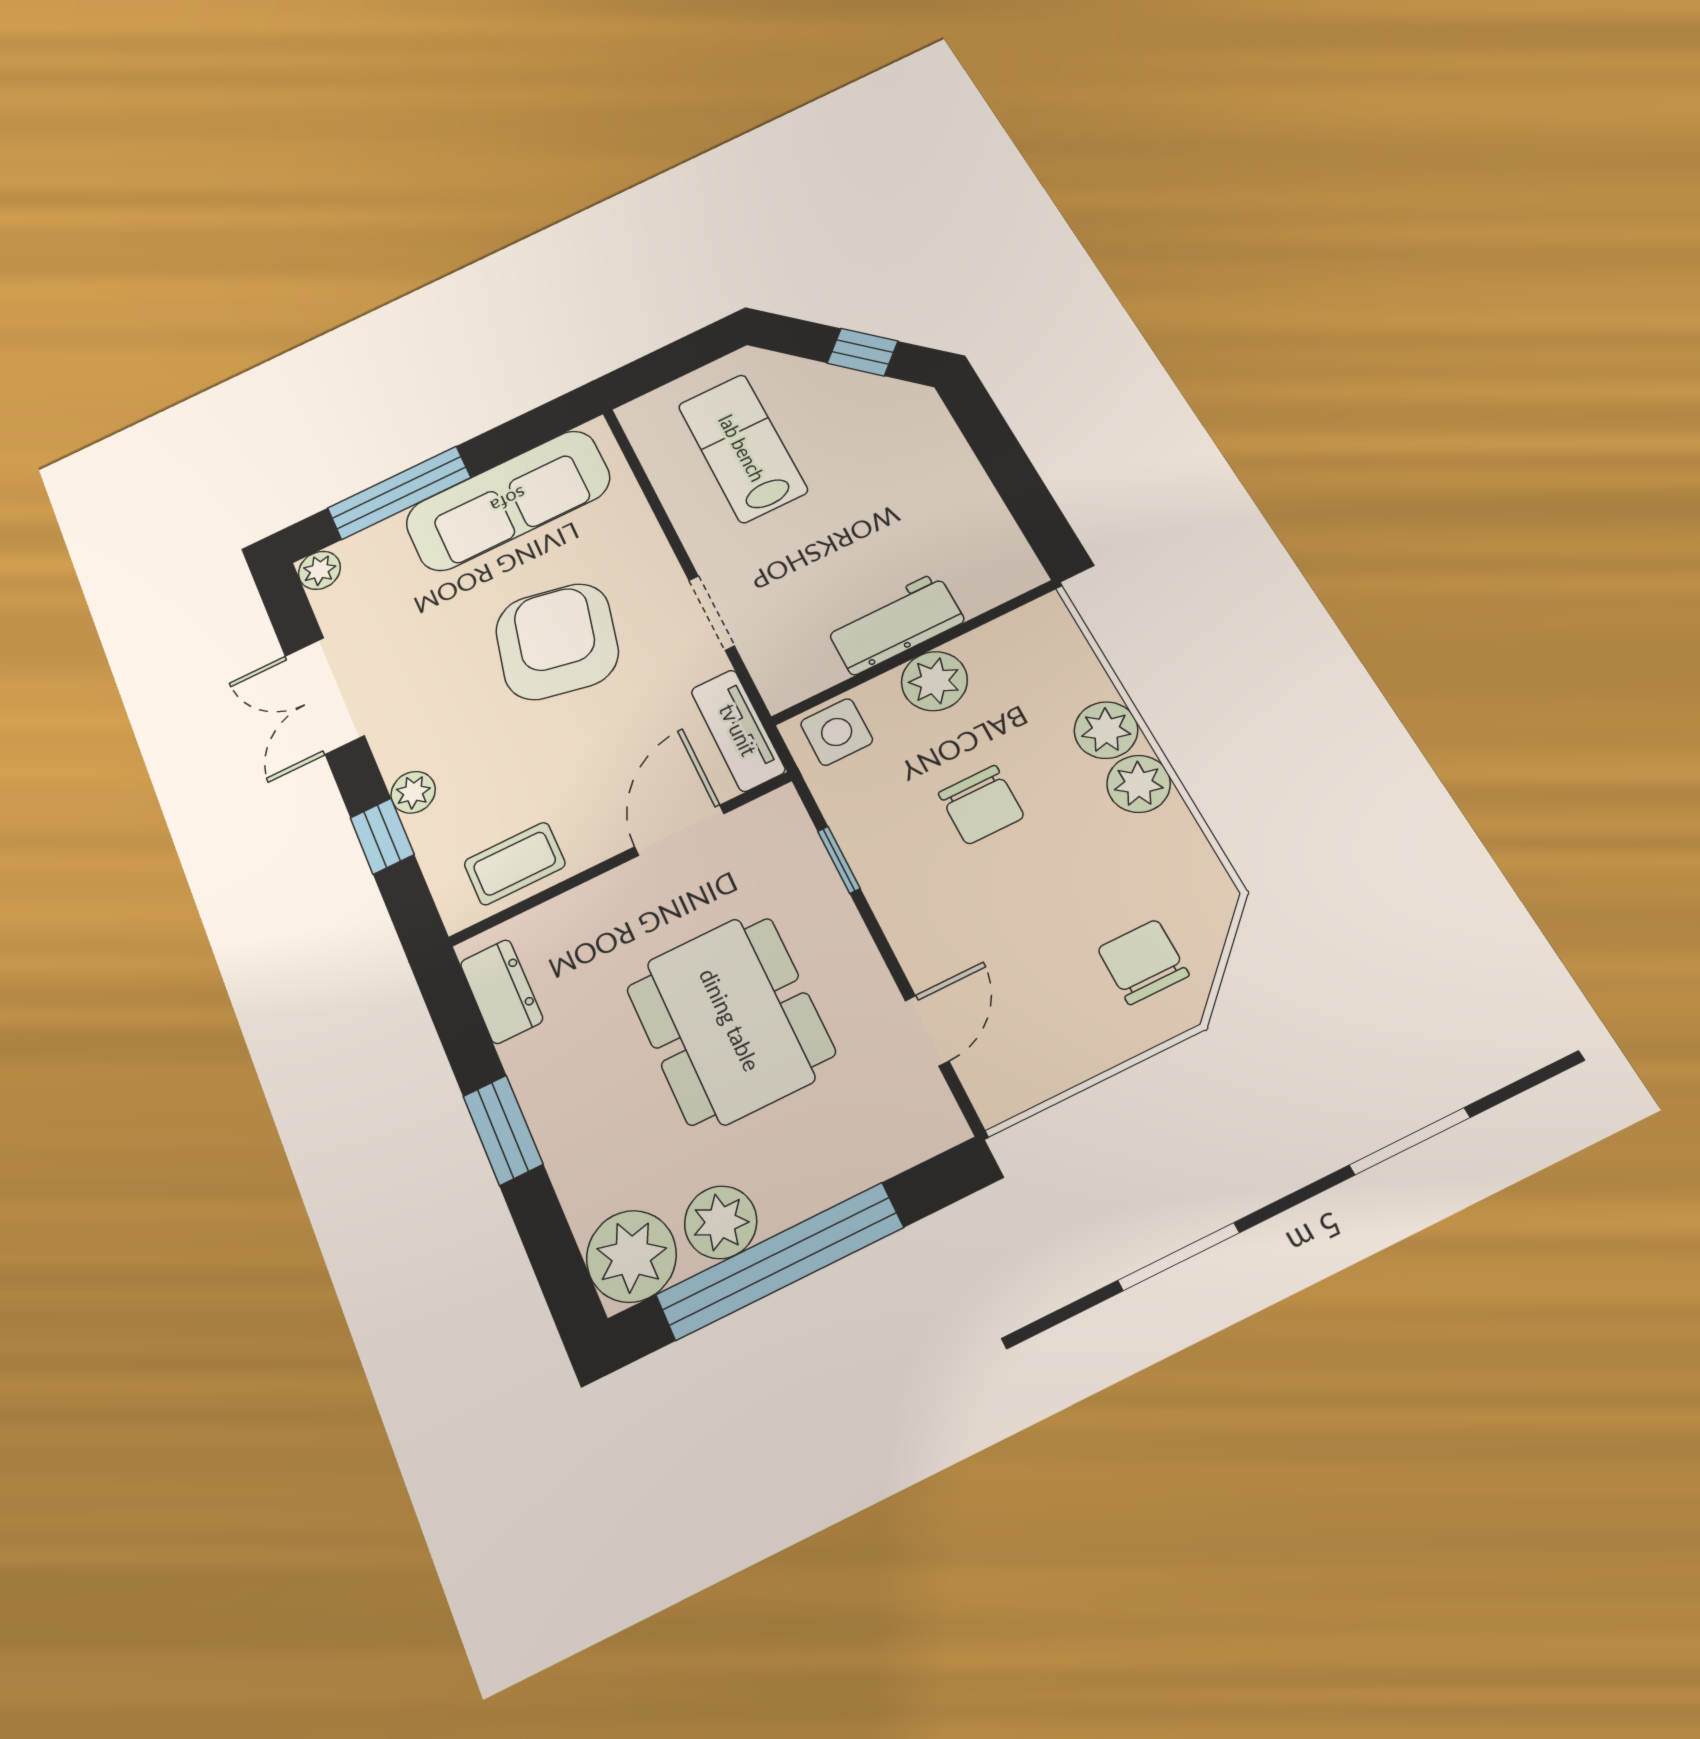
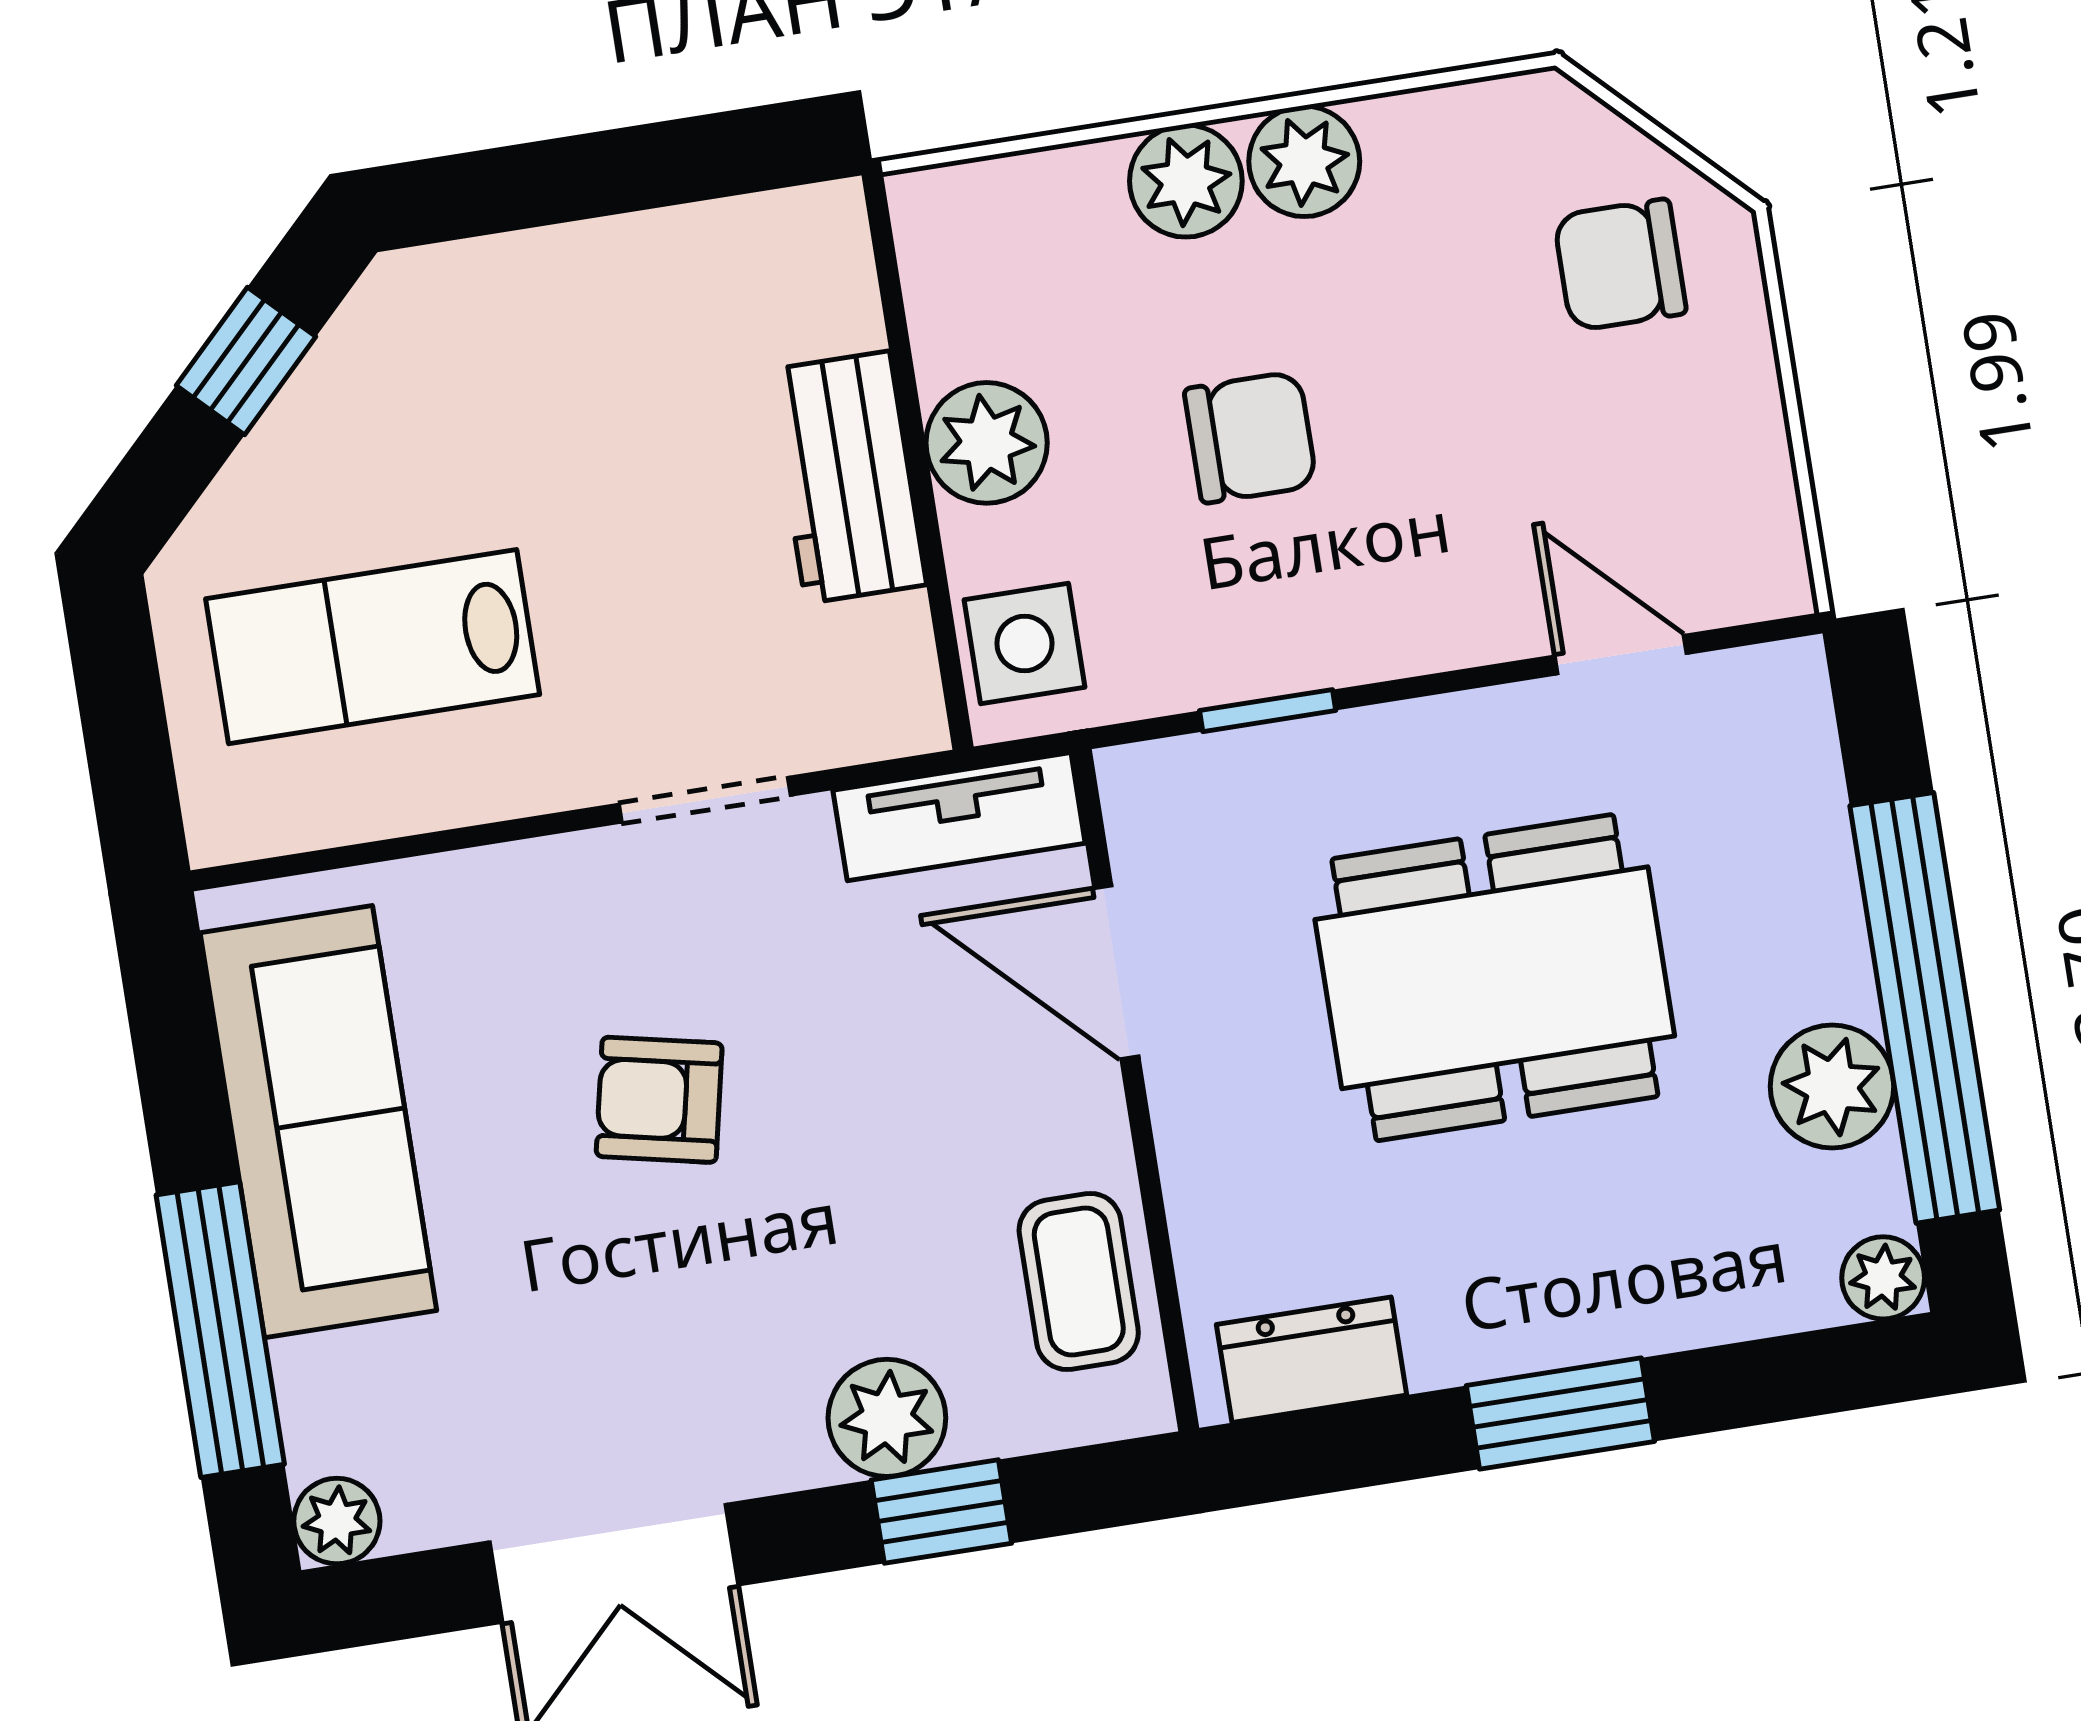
armchair: (557, 641) -> (659, 1100), width x0.53, depth x0.53
plant: (413, 792) -> (887, 1418), width x1.38, depth x1.38
plant: (631, 1256) -> (1883, 1278), width x0.53, depth x0.53

